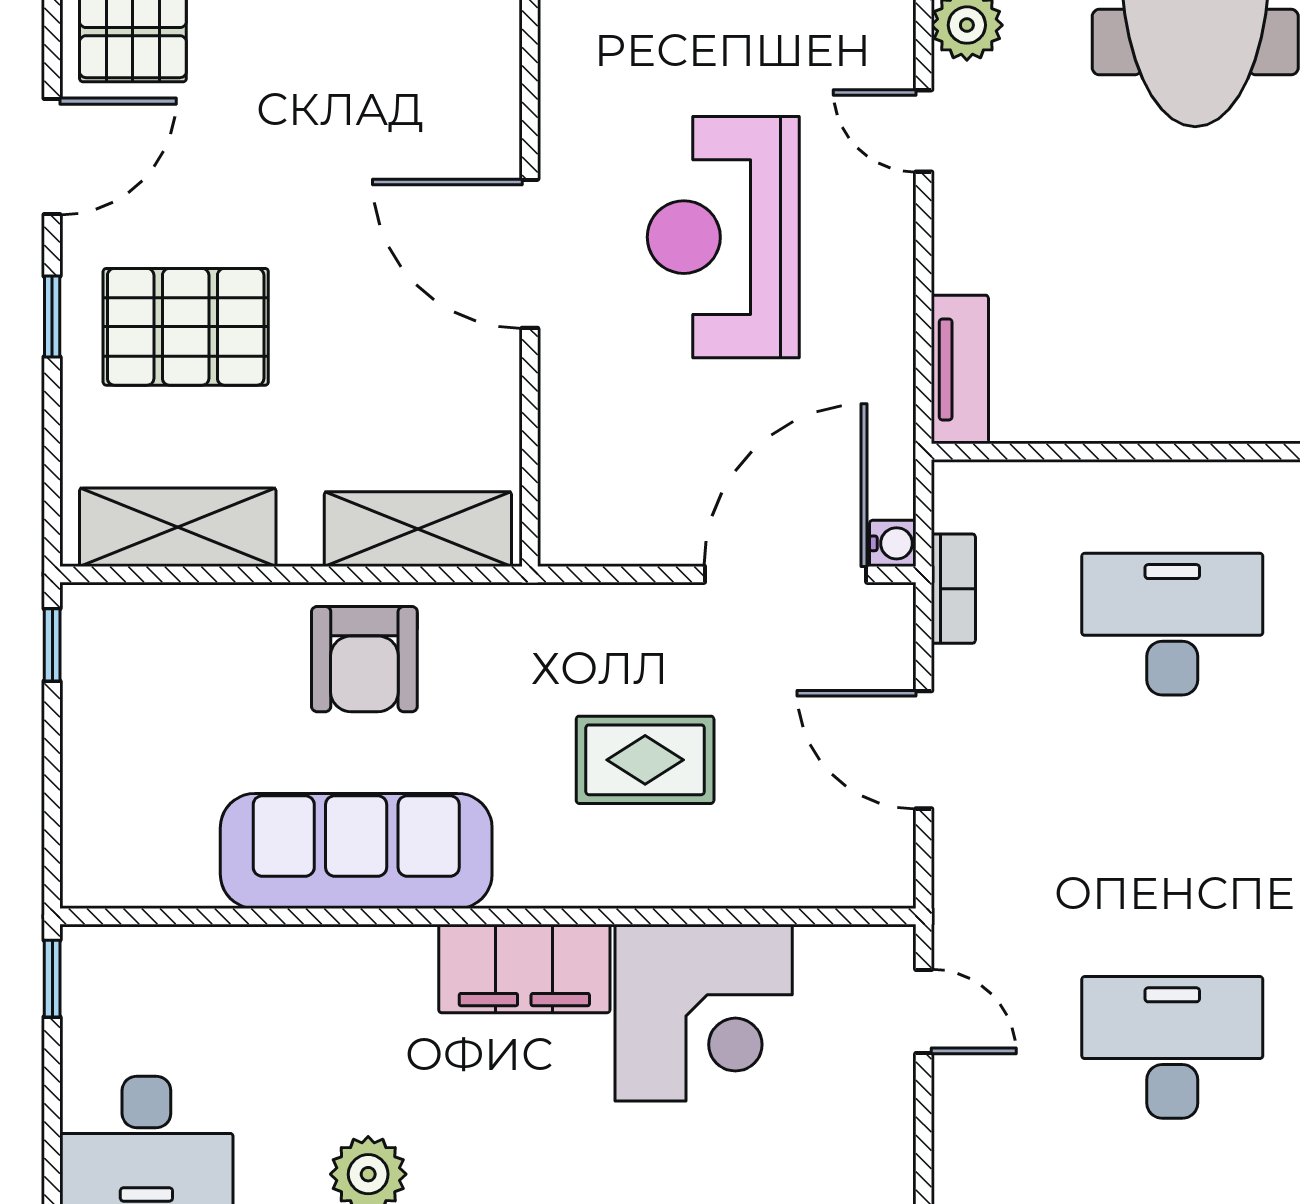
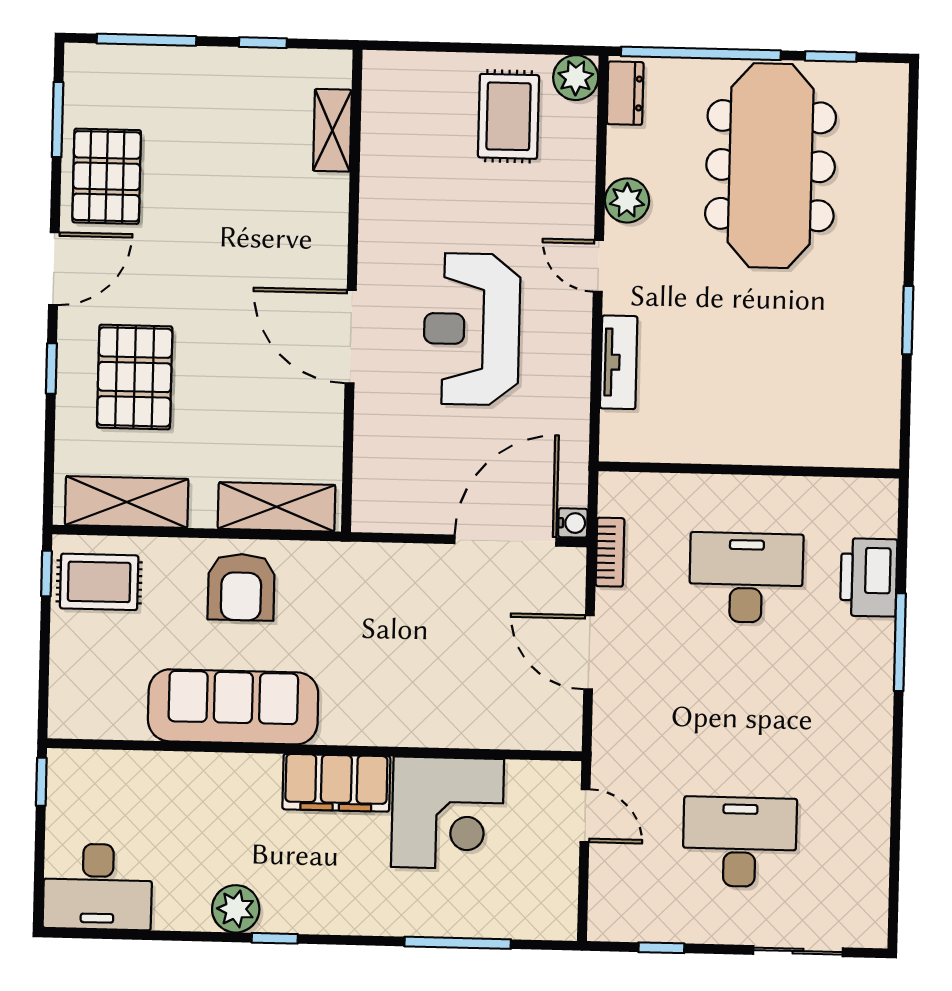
pallet: (186, 327) -> (135, 377), turned 90
tv unit: (960, 369) -> (619, 362), moved
rug: (645, 760) -> (99, 582), moved

